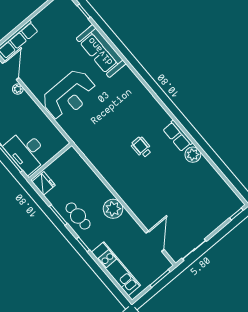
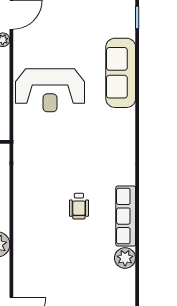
row of seats: (178, 136) -> (126, 216), width x1.48
wheelchair: (141, 147) -> (79, 206), turned 180

